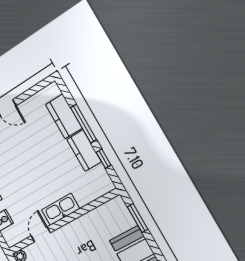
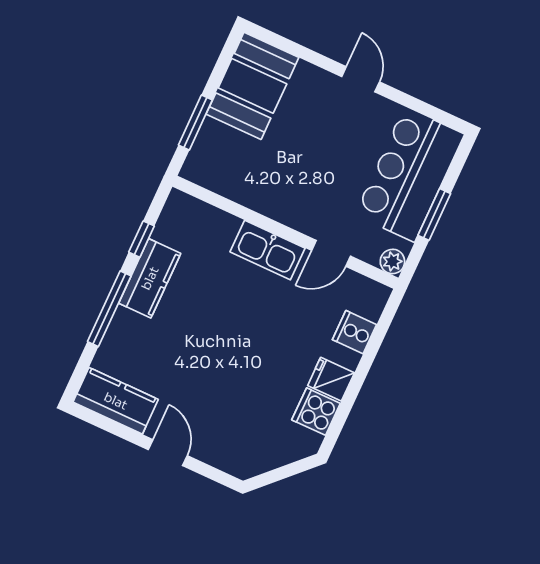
kitchen counter: (64, 116) -> (116, 401), moved, turned -90

